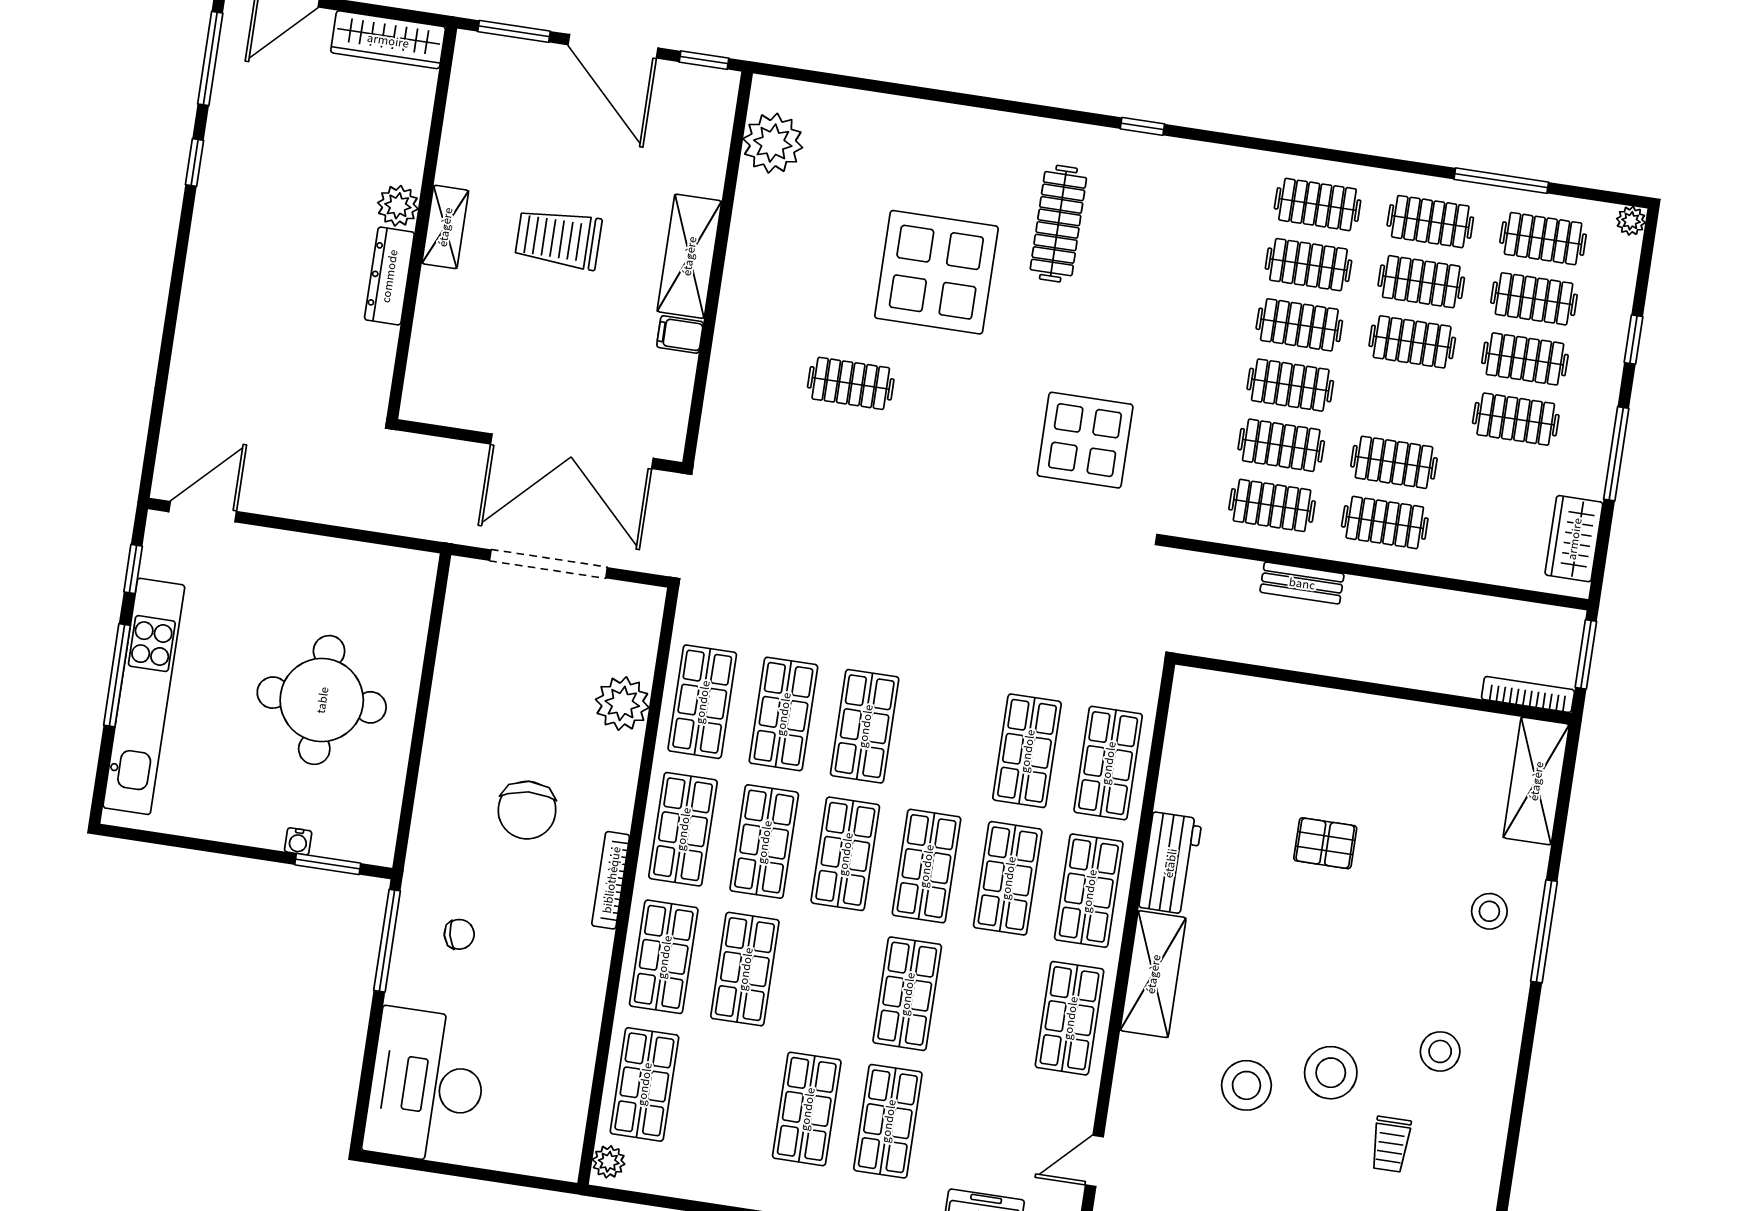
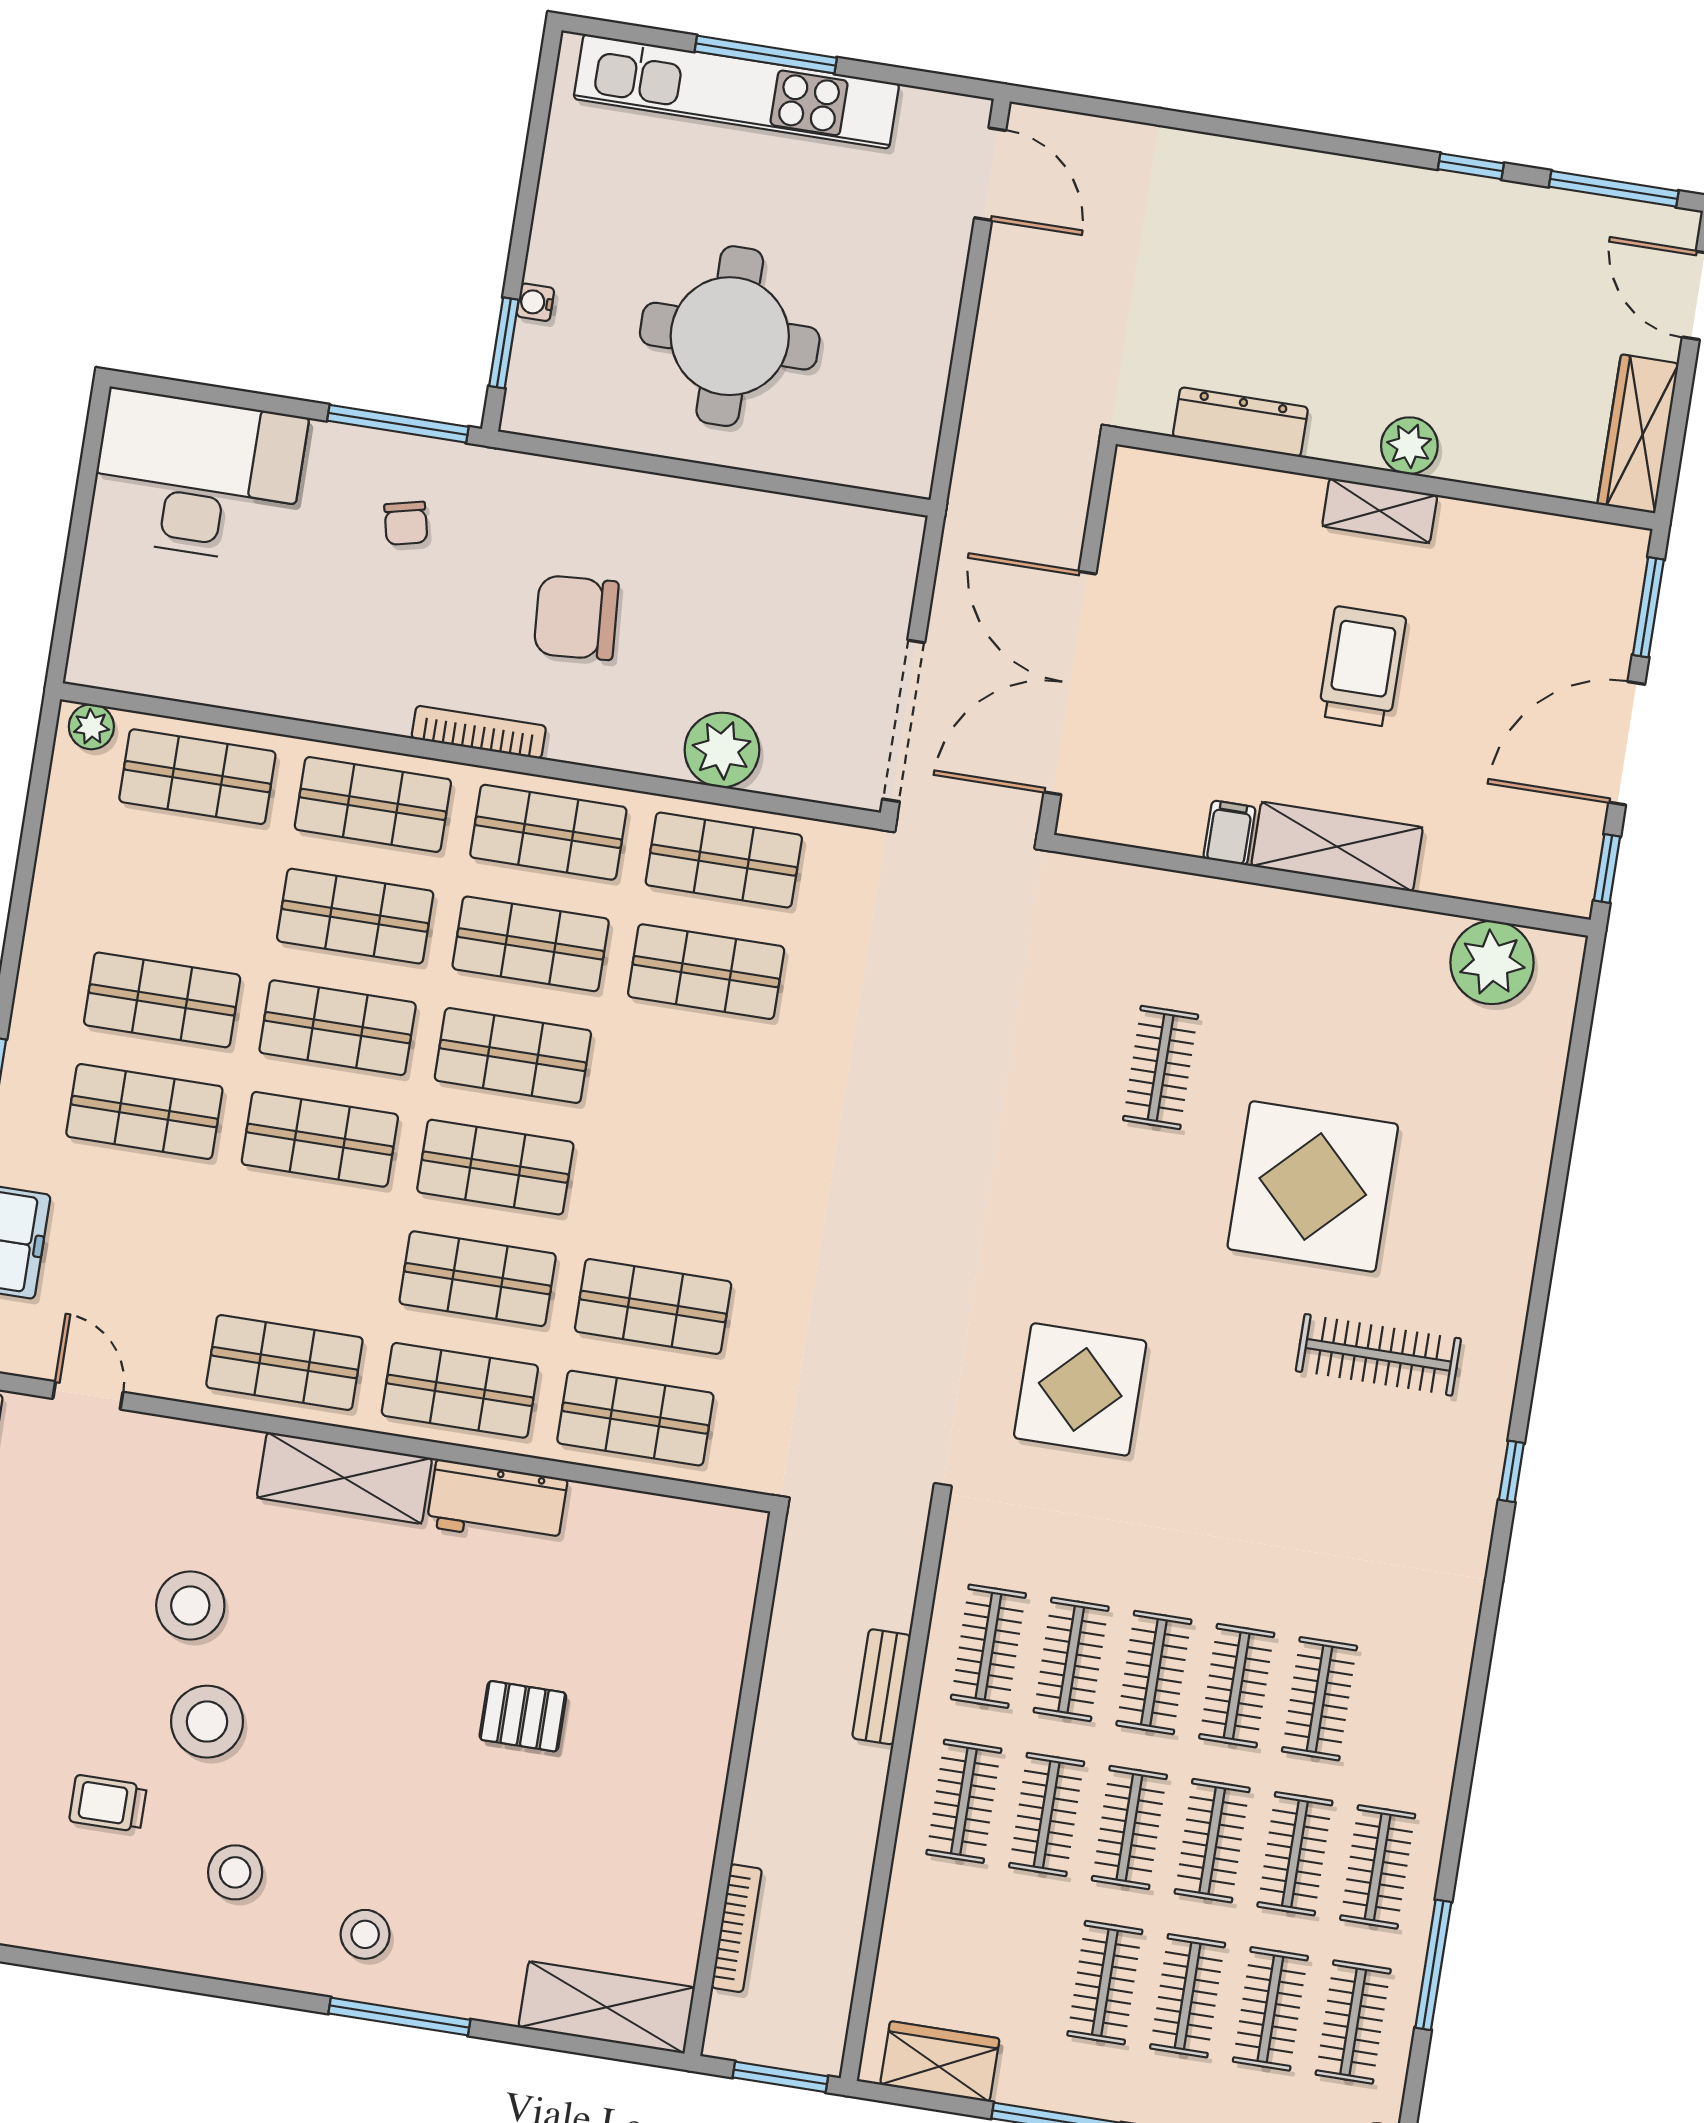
clothes rail: (1318, 204) -> (1129, 1828), moved
dresser: (389, 276) -> (1240, 422), moved
doorway: (548, 564) -> (904, 721), moved
window: (133, 569) -> (912, 78), removed
bookcase: (1528, 694) -> (737, 1928), moved
shop shelf: (865, 726) -> (338, 1028), moved
pallet: (1325, 843) -> (523, 1716), turned 90
stool: (1489, 911) -> (365, 1934), moved

